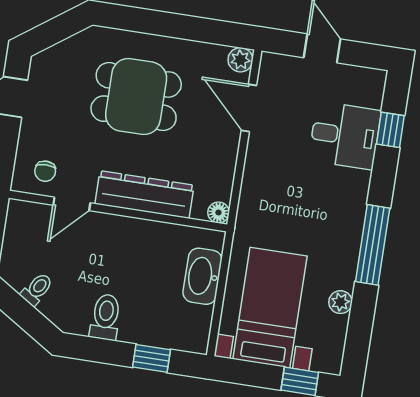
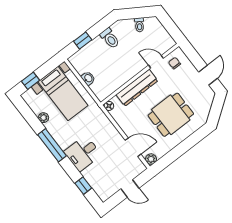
desk: (345, 135) -> (83, 153), moved
door: (72, 204) -> (156, 62), hinge flipped
washbasin: (202, 276) -> (88, 78), width x0.52, depth x0.69

